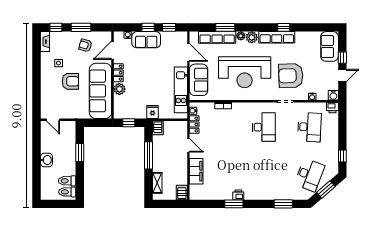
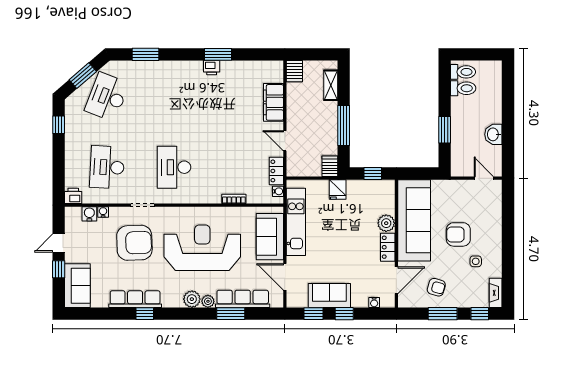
row of seats: (277, 37) -> (135, 299), moved
sofa: (146, 40) -> (329, 296), moved
water cooler: (333, 95) -> (89, 214), moved
washbasin: (47, 160) -> (493, 134), moved

